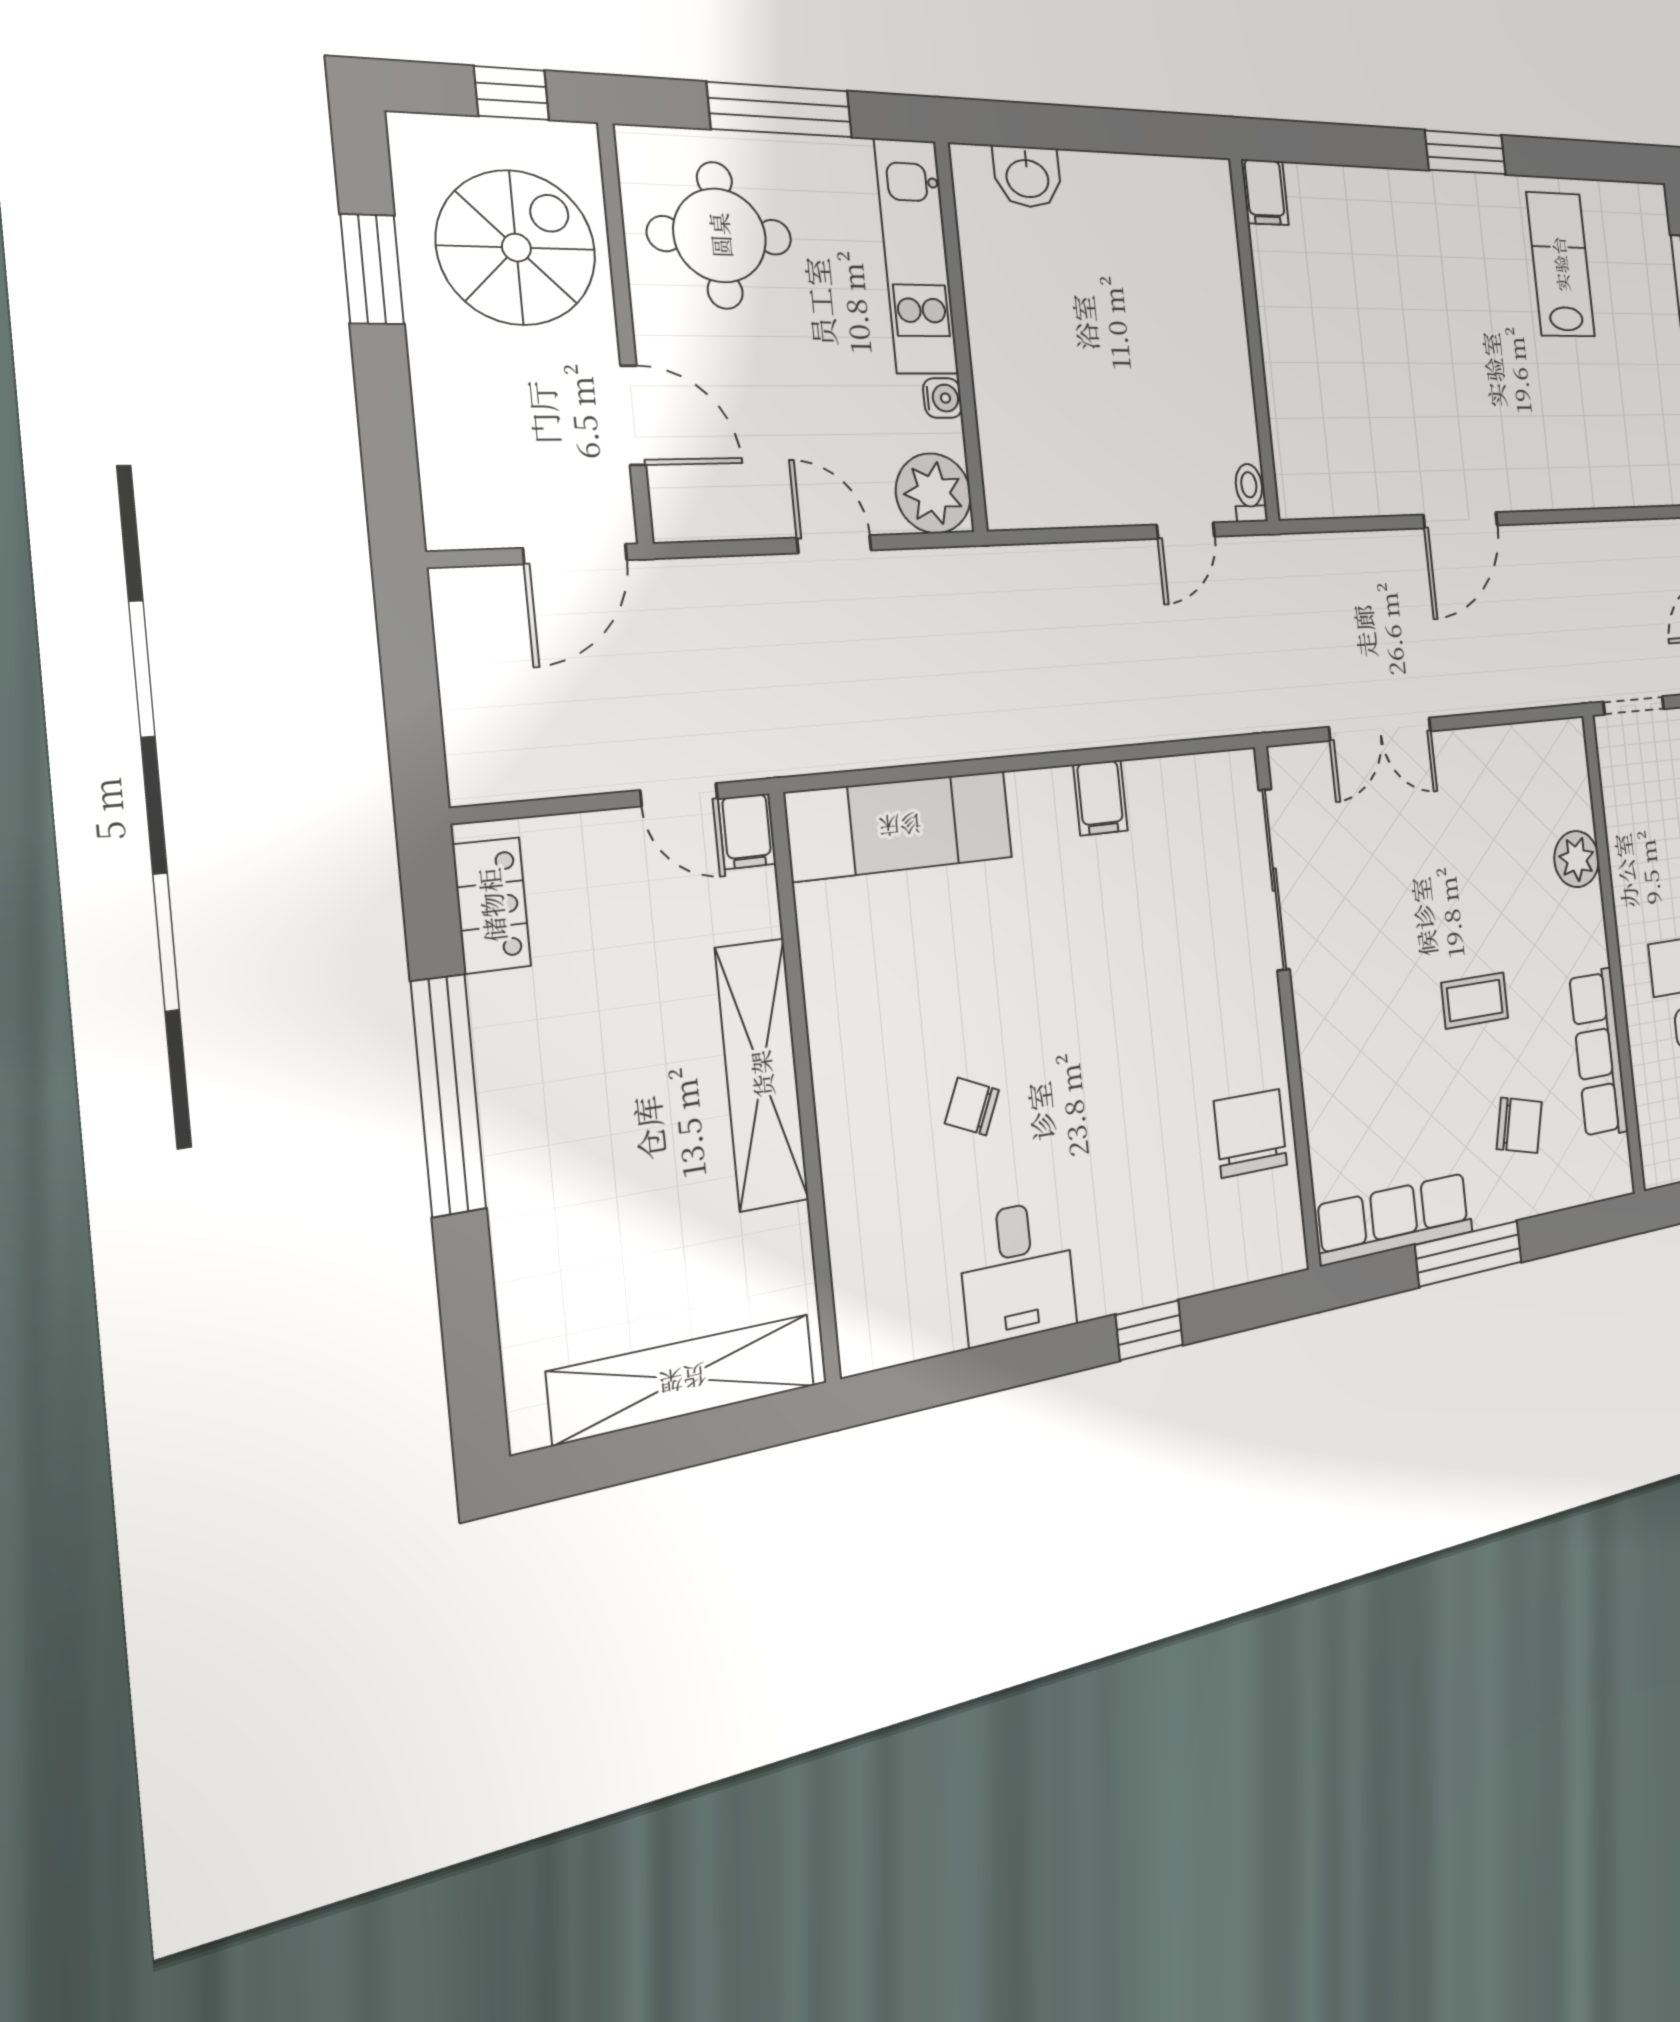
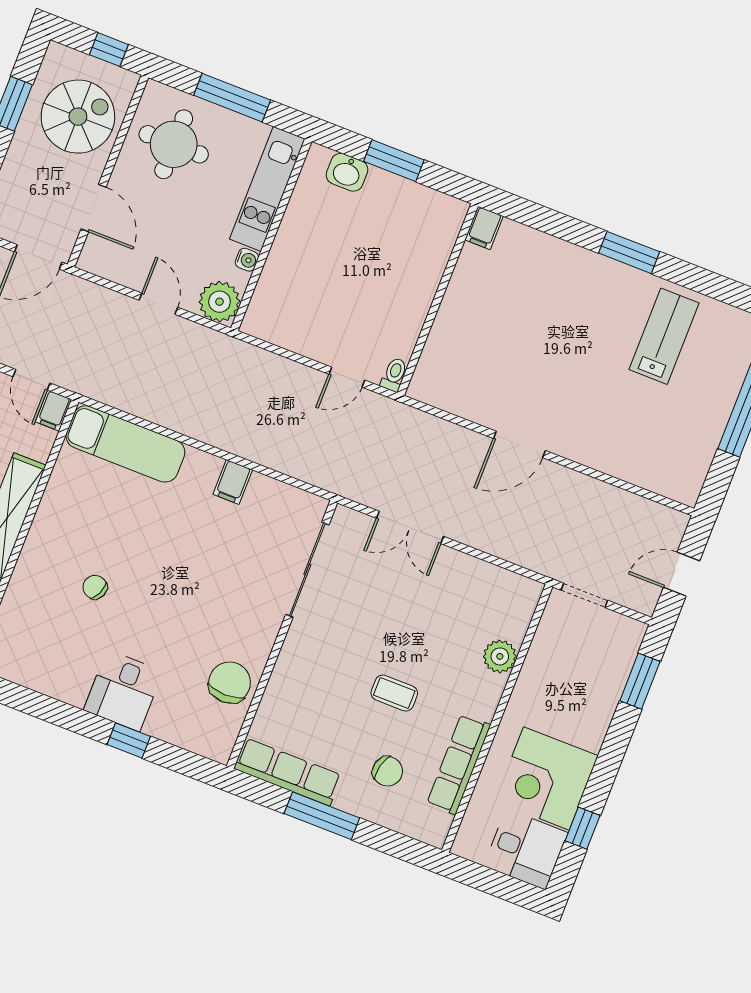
window: (1088, 129) -> (394, 161), added
desk: (1017, 1272) -> (123, 691), moved

